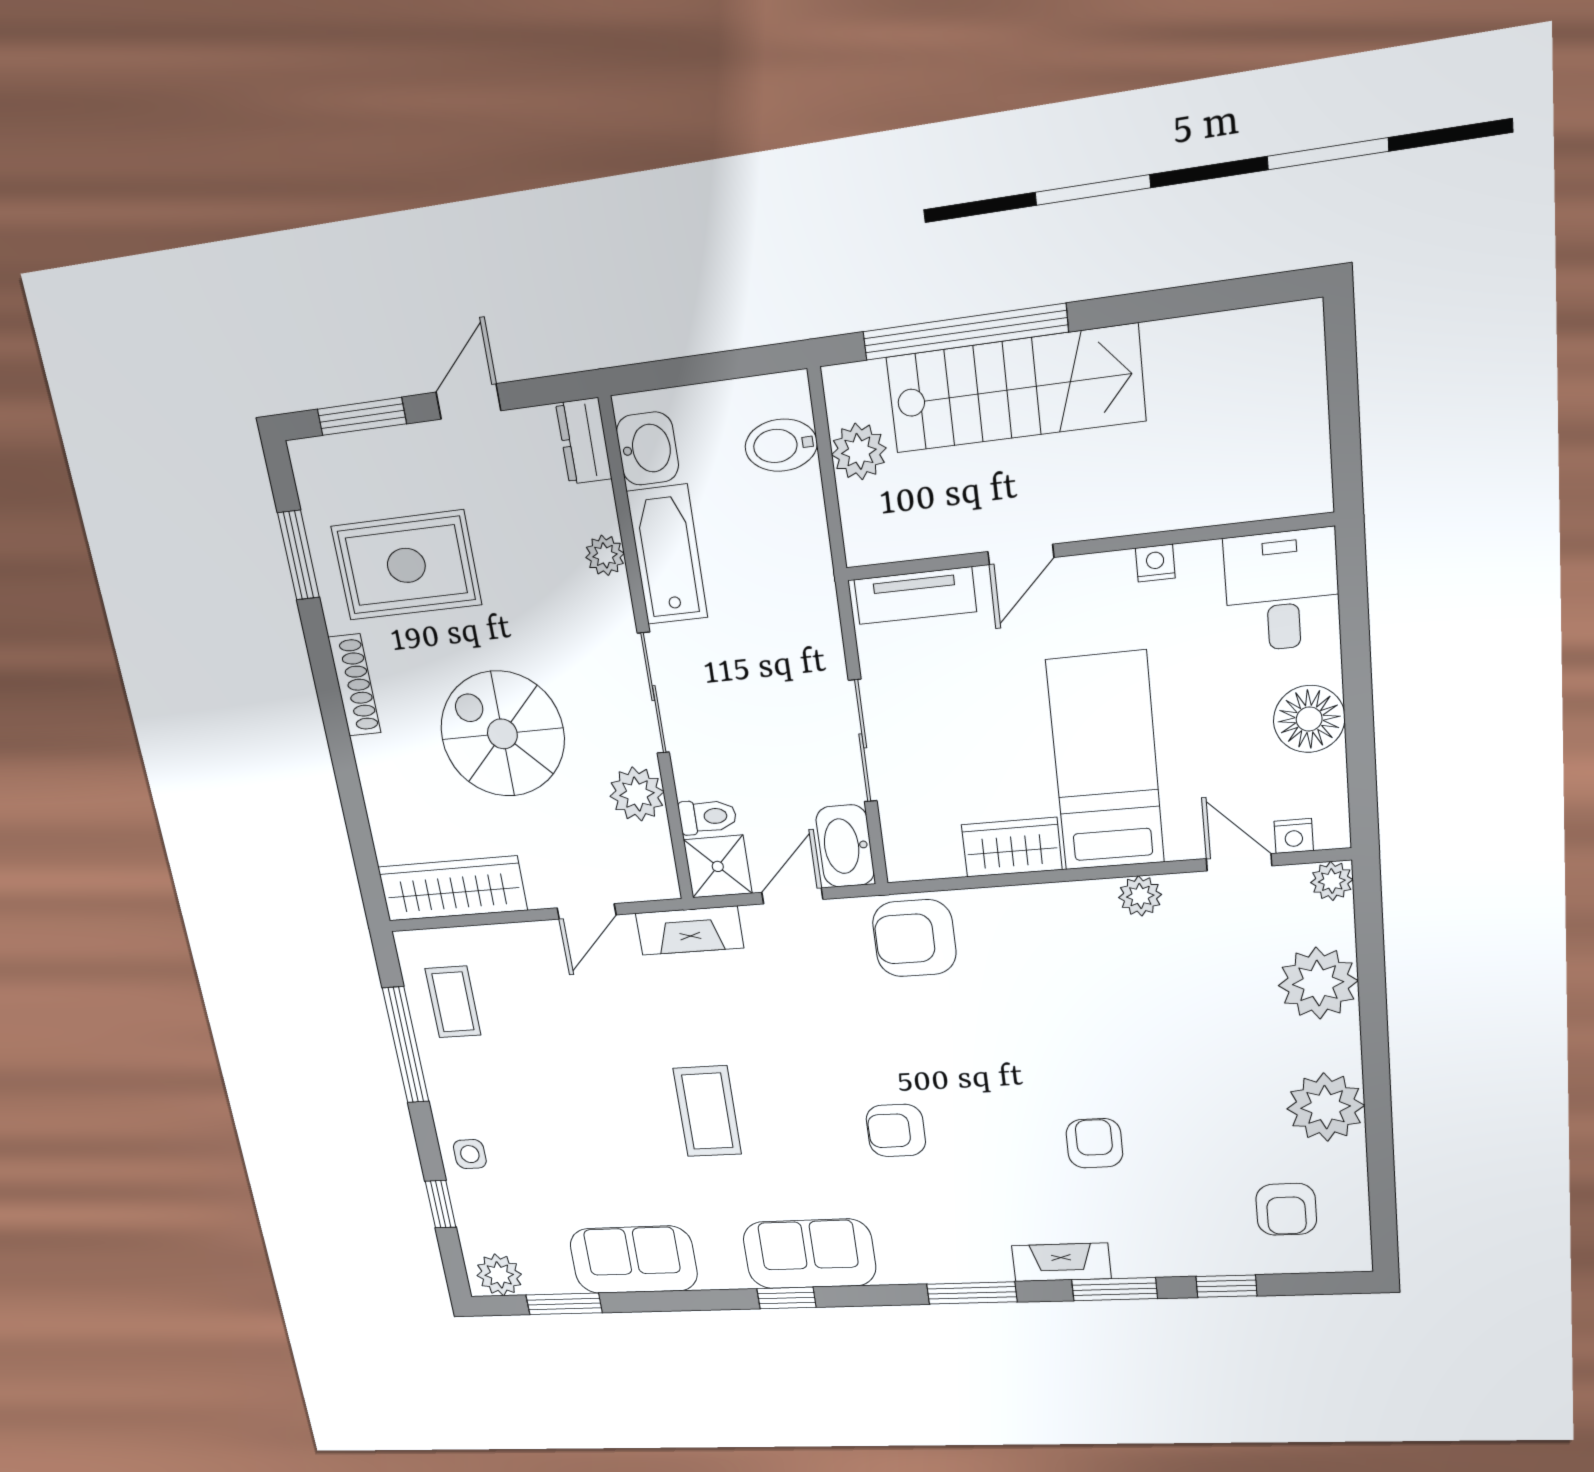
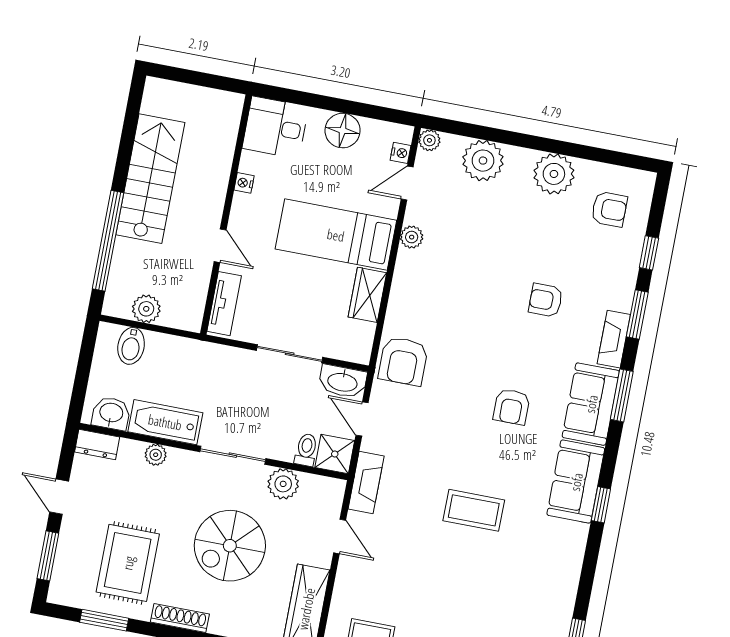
stairs: (1015, 389) -> (150, 179), moved
sofa: (634, 1260) -> (591, 404), moved

